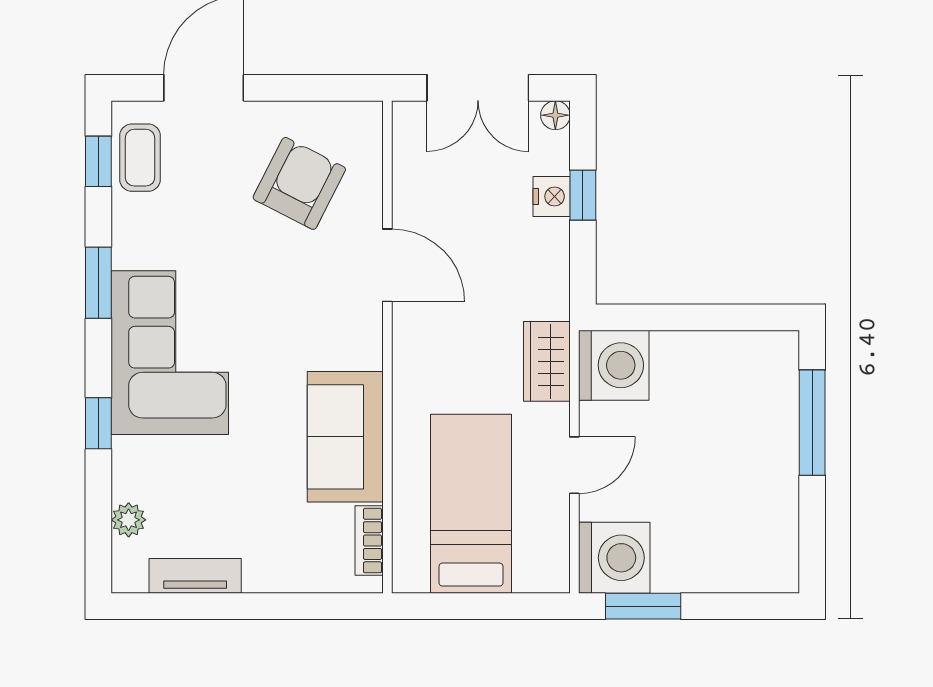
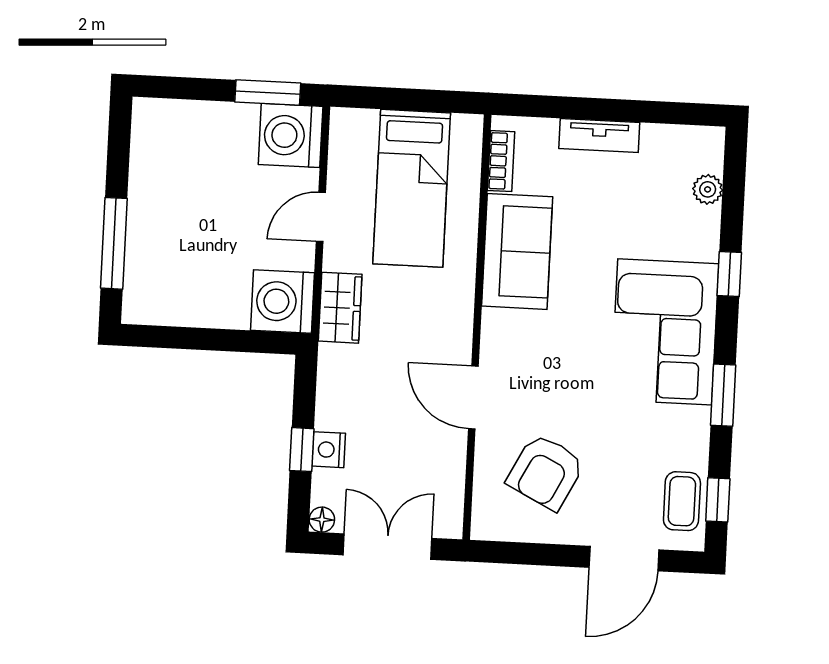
tv unit: (195, 576) -> (599, 135), moved

